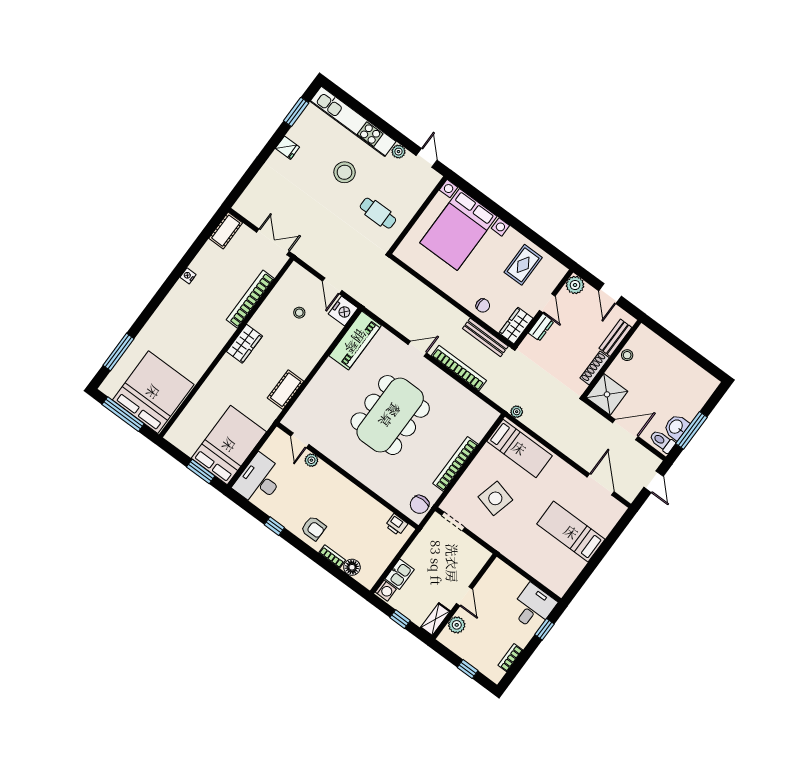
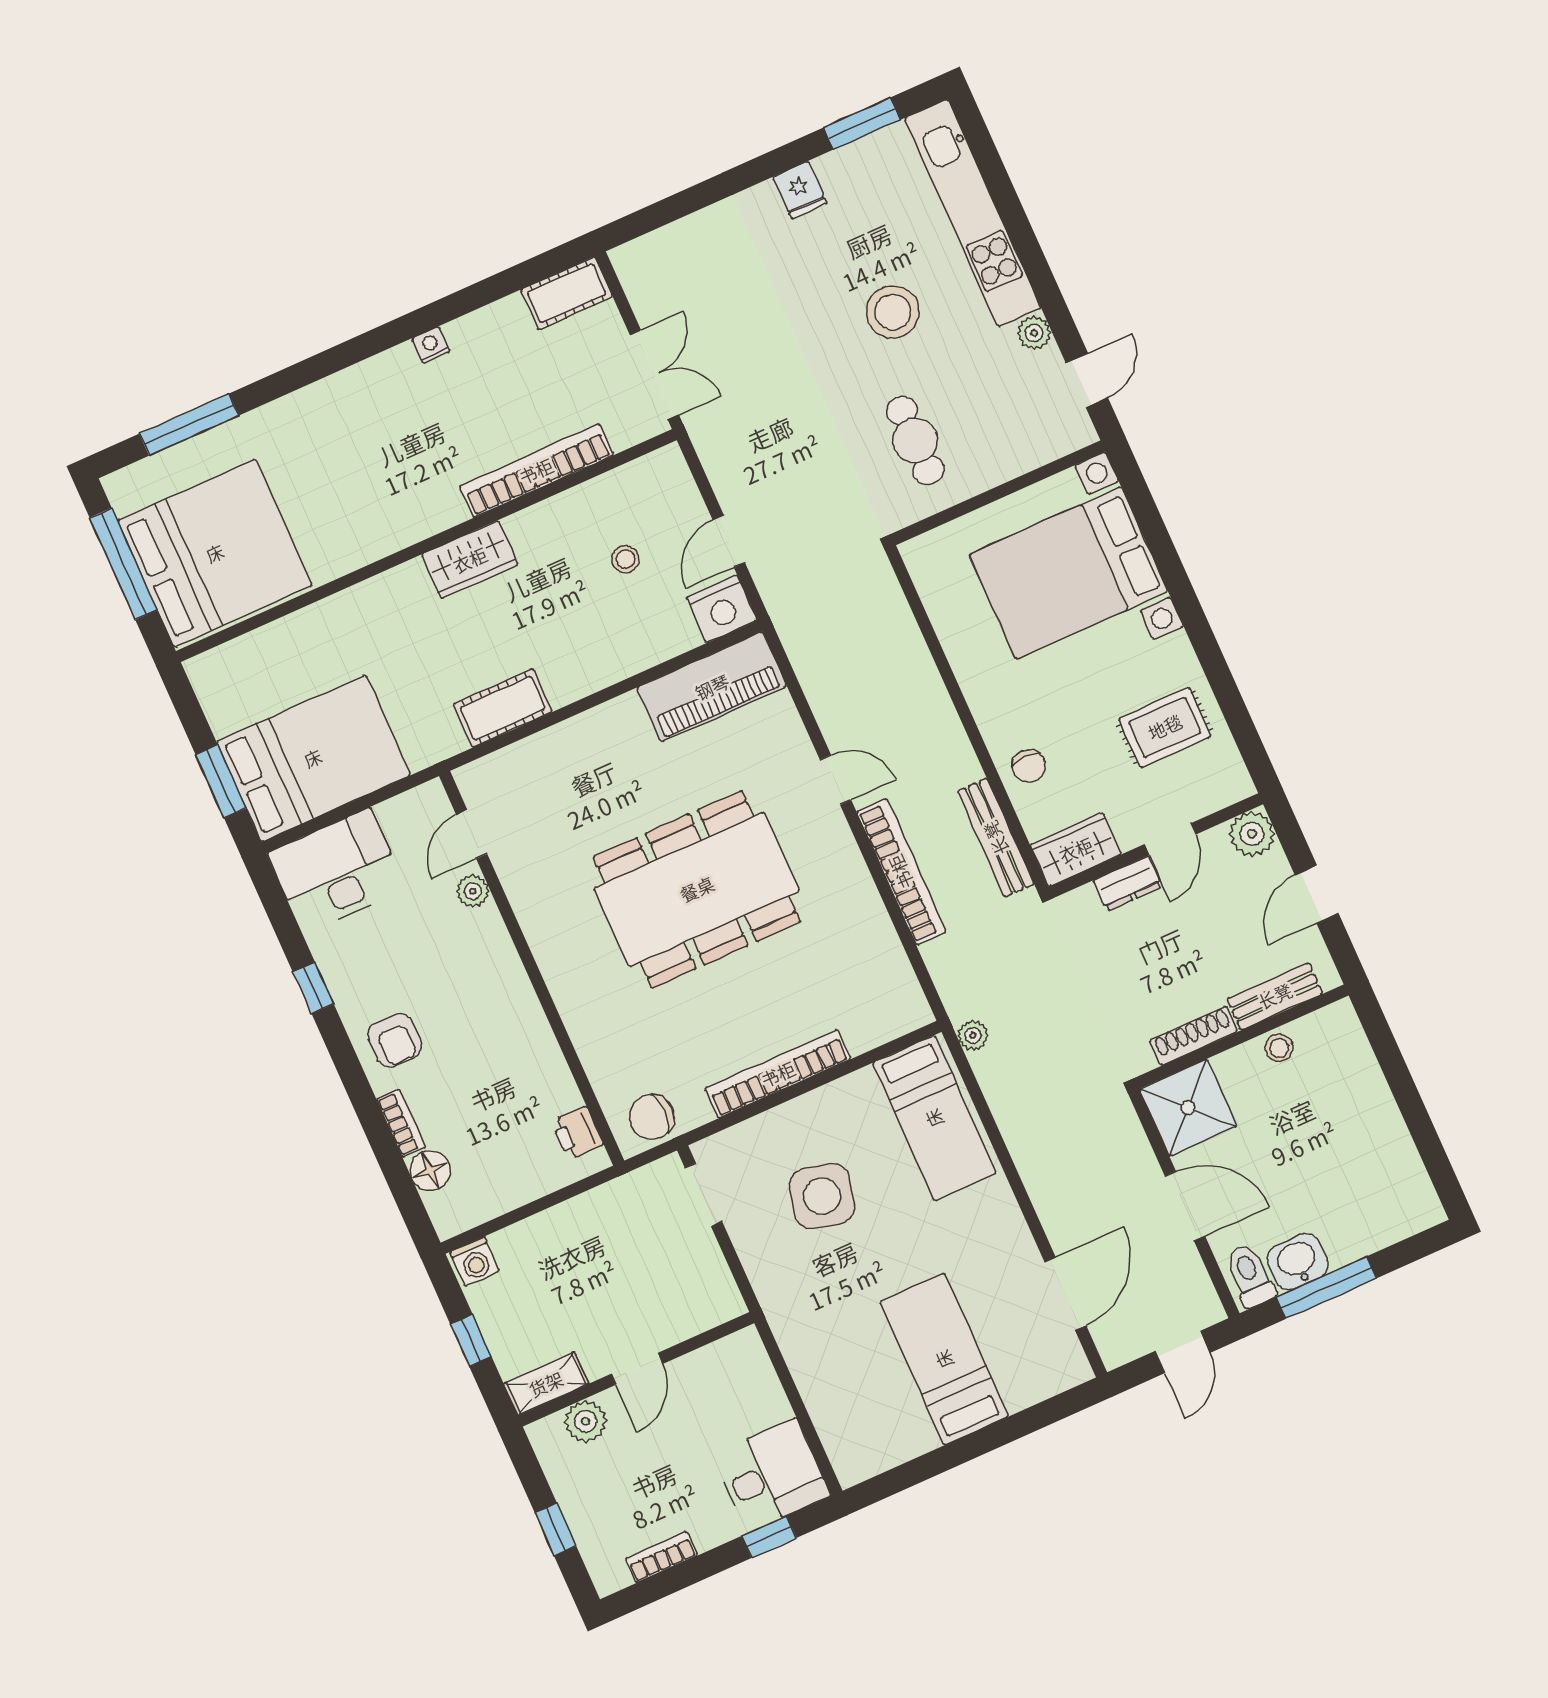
kitchen sink: (400, 574) -> (524, 1243), removed

